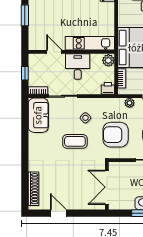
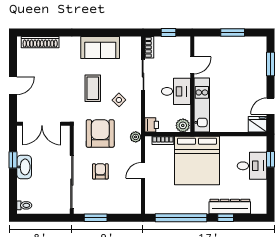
plant: (130, 103) -> (136, 137), moved
sofa: (38, 115) -> (100, 48), moved
double door: (107, 187) -> (42, 124), swing flipped
door: (58, 213) -> (13, 86), moved

